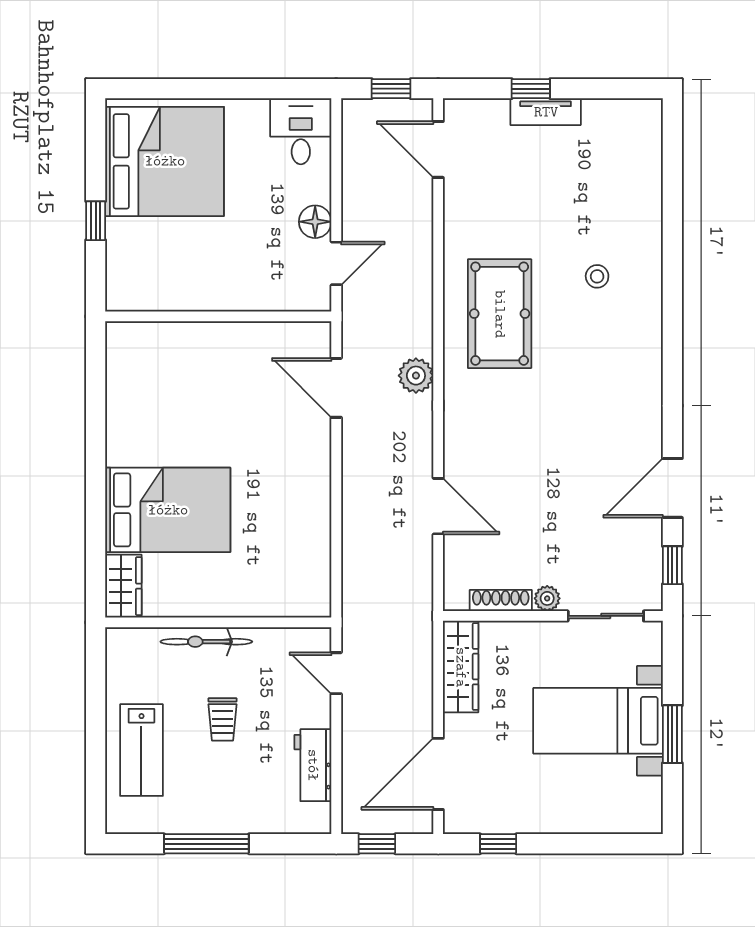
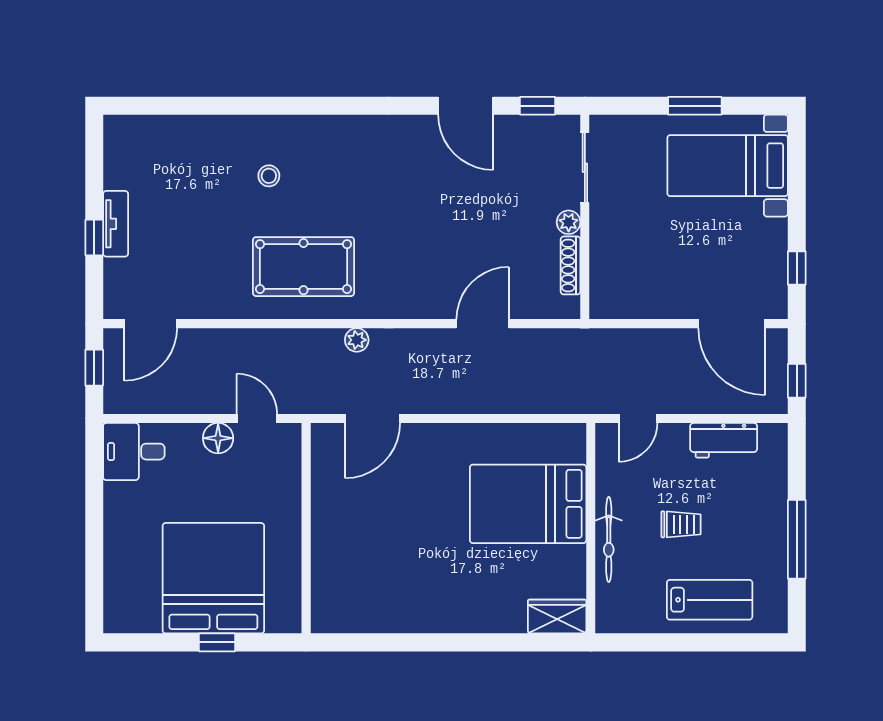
bed: (165, 161) -> (213, 578), moved
plant: (416, 376) -> (357, 340), width x0.73, depth x0.73
bed: (168, 510) -> (528, 504), moved, turned -90
wardrobe: (461, 667) -> (632, 303), removed
bed with nightstands: (598, 721) -> (728, 166), moved, turned 90

